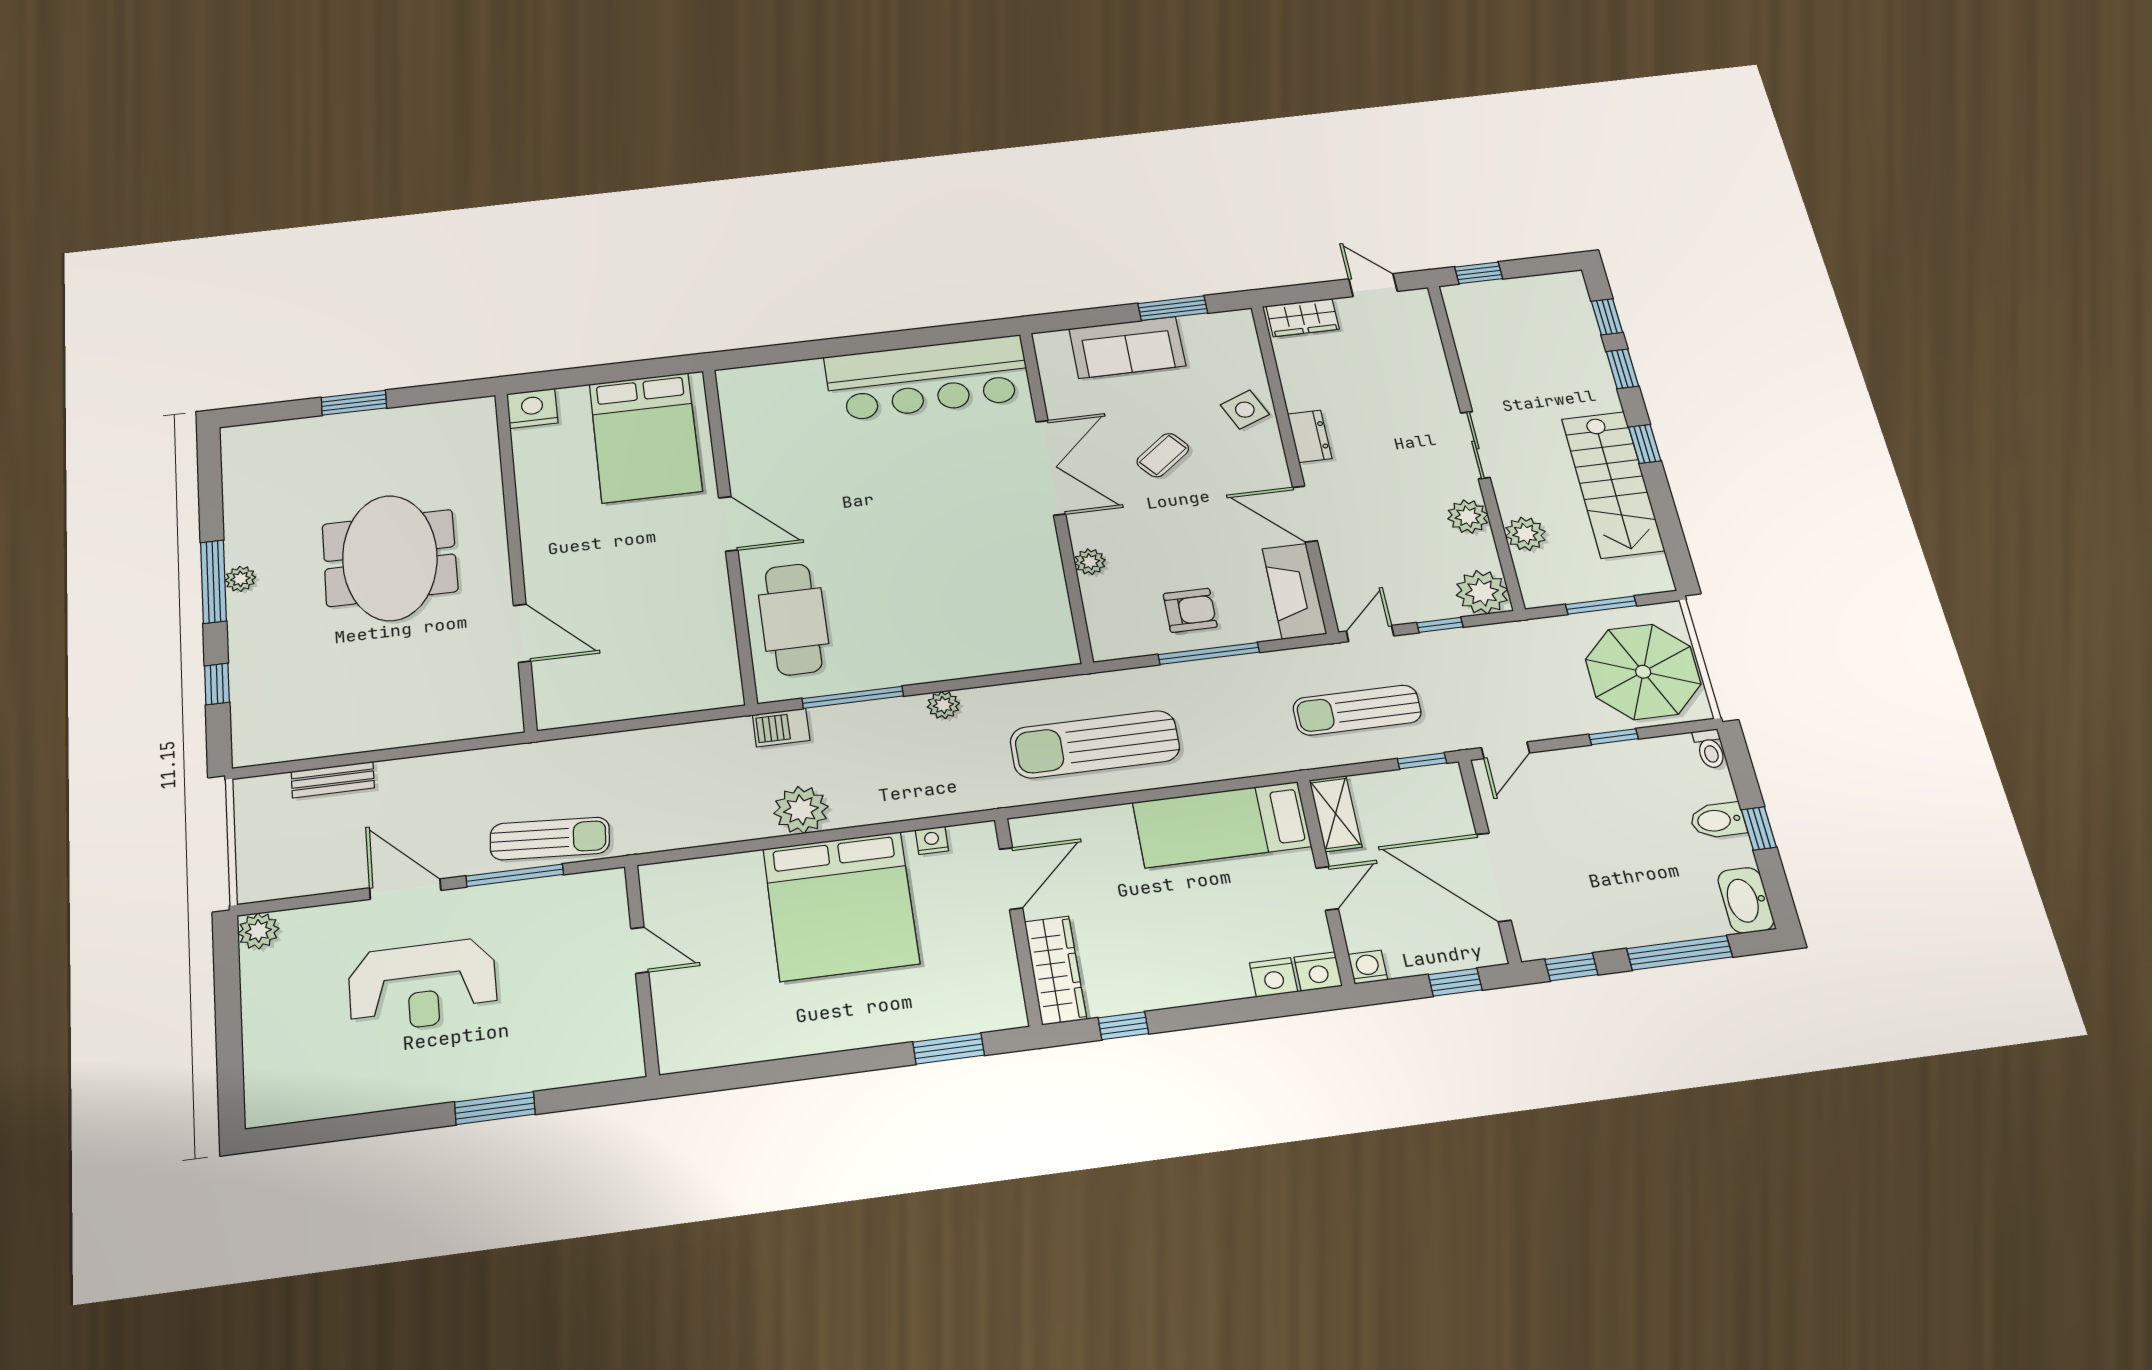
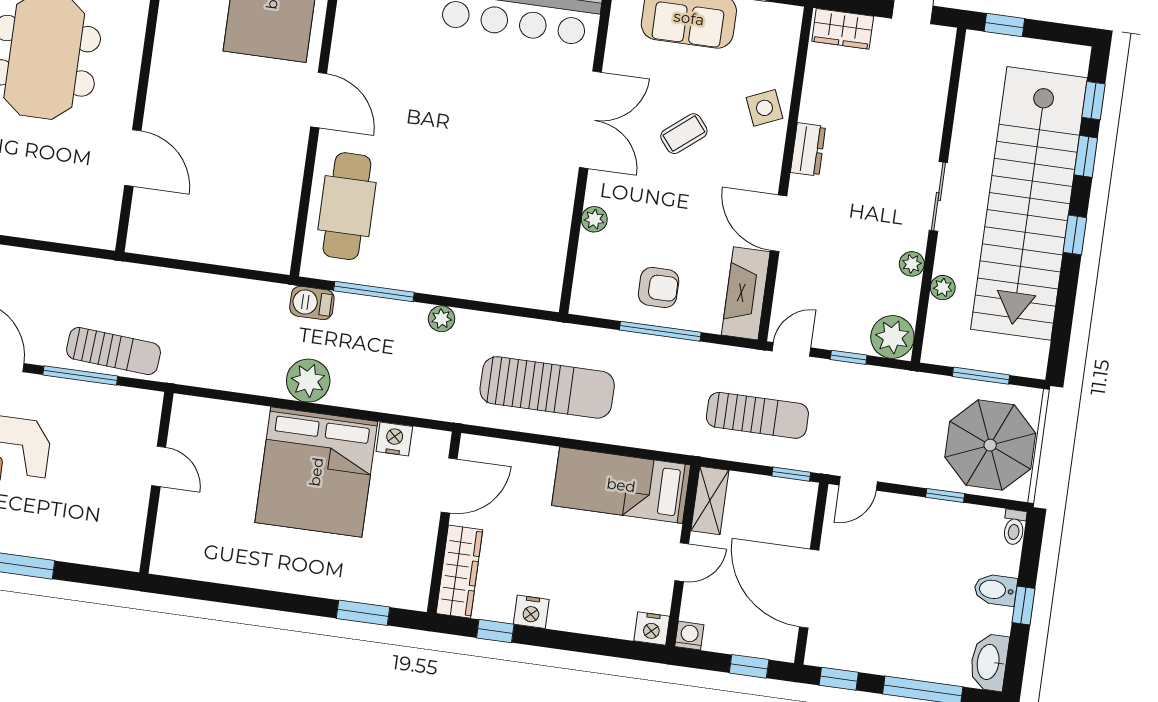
stairs: (1613, 484) -> (1029, 203), width x1.86, depth x1.51
plant: (1468, 517) -> (912, 264), width x0.73, depth x0.73
plant: (1525, 534) -> (943, 288), width x0.73, depth x0.73
sun lounger: (1357, 710) -> (757, 415), turned 180
sun lounger: (1095, 744) -> (547, 387), turned 180
nightstand: (932, 840) -> (394, 439), width x1.39, depth x1.35
nightstand: (1274, 977) -> (531, 612), moved

